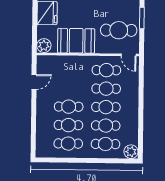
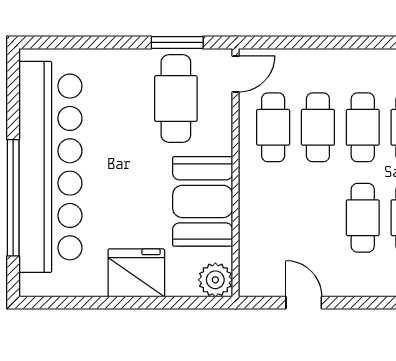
window: (142, 18) -> (177, 42), moved

